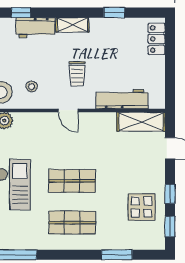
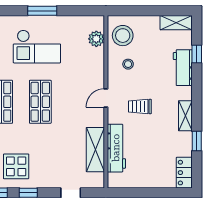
shelving: (72, 25) -> (185, 116), moved
locker: (157, 39) -> (184, 173), moved, turned -90
shelving: (141, 122) -> (95, 150), moved

